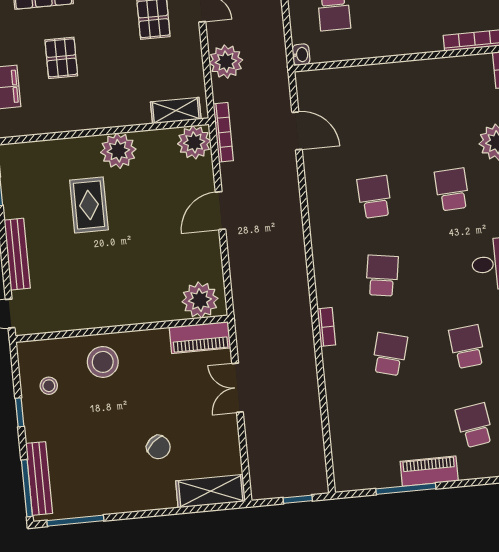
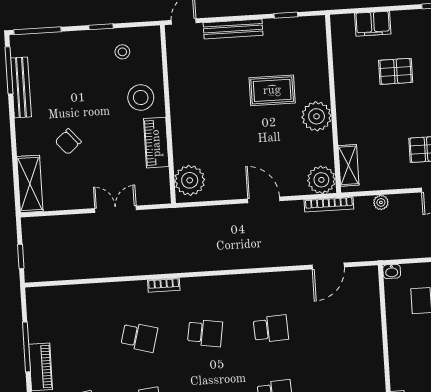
plant: (226, 62) -> (381, 202), width x0.53, depth x0.53
piano: (200, 337) -> (156, 143), moved
bench: (39, 478) -> (21, 87), moved, turned 90

